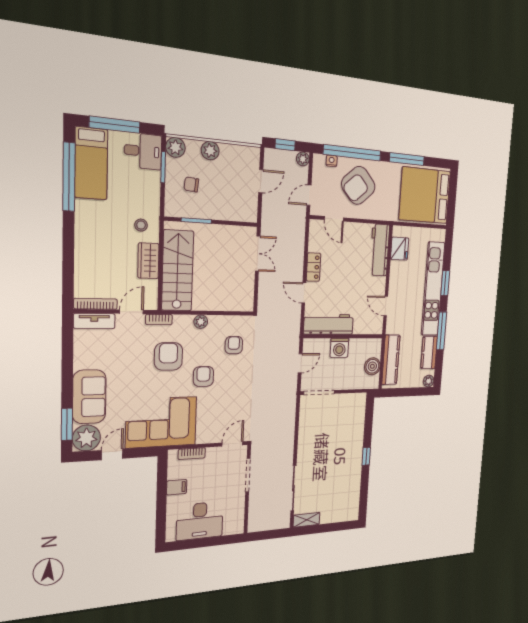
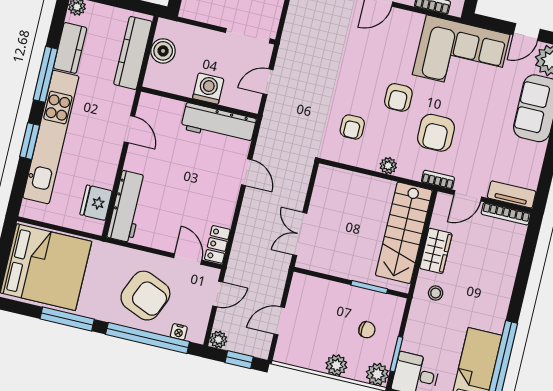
armchair: (358, 185) -> (145, 296), turned 65
locker: (313, 267) -> (217, 244), moved

